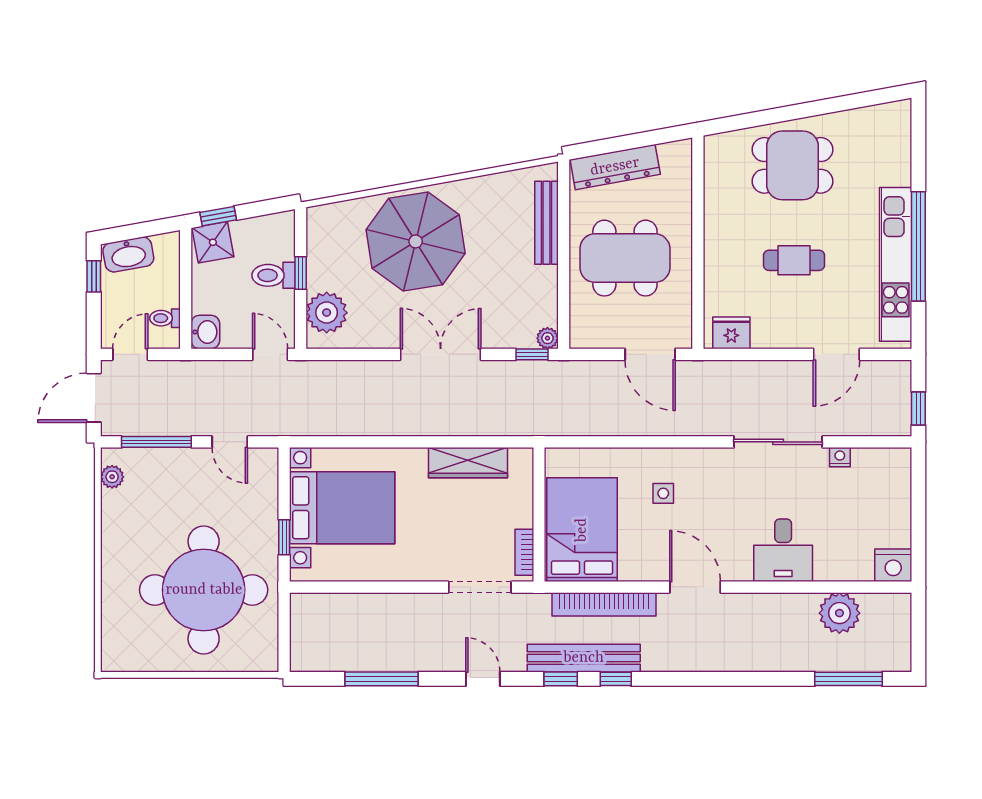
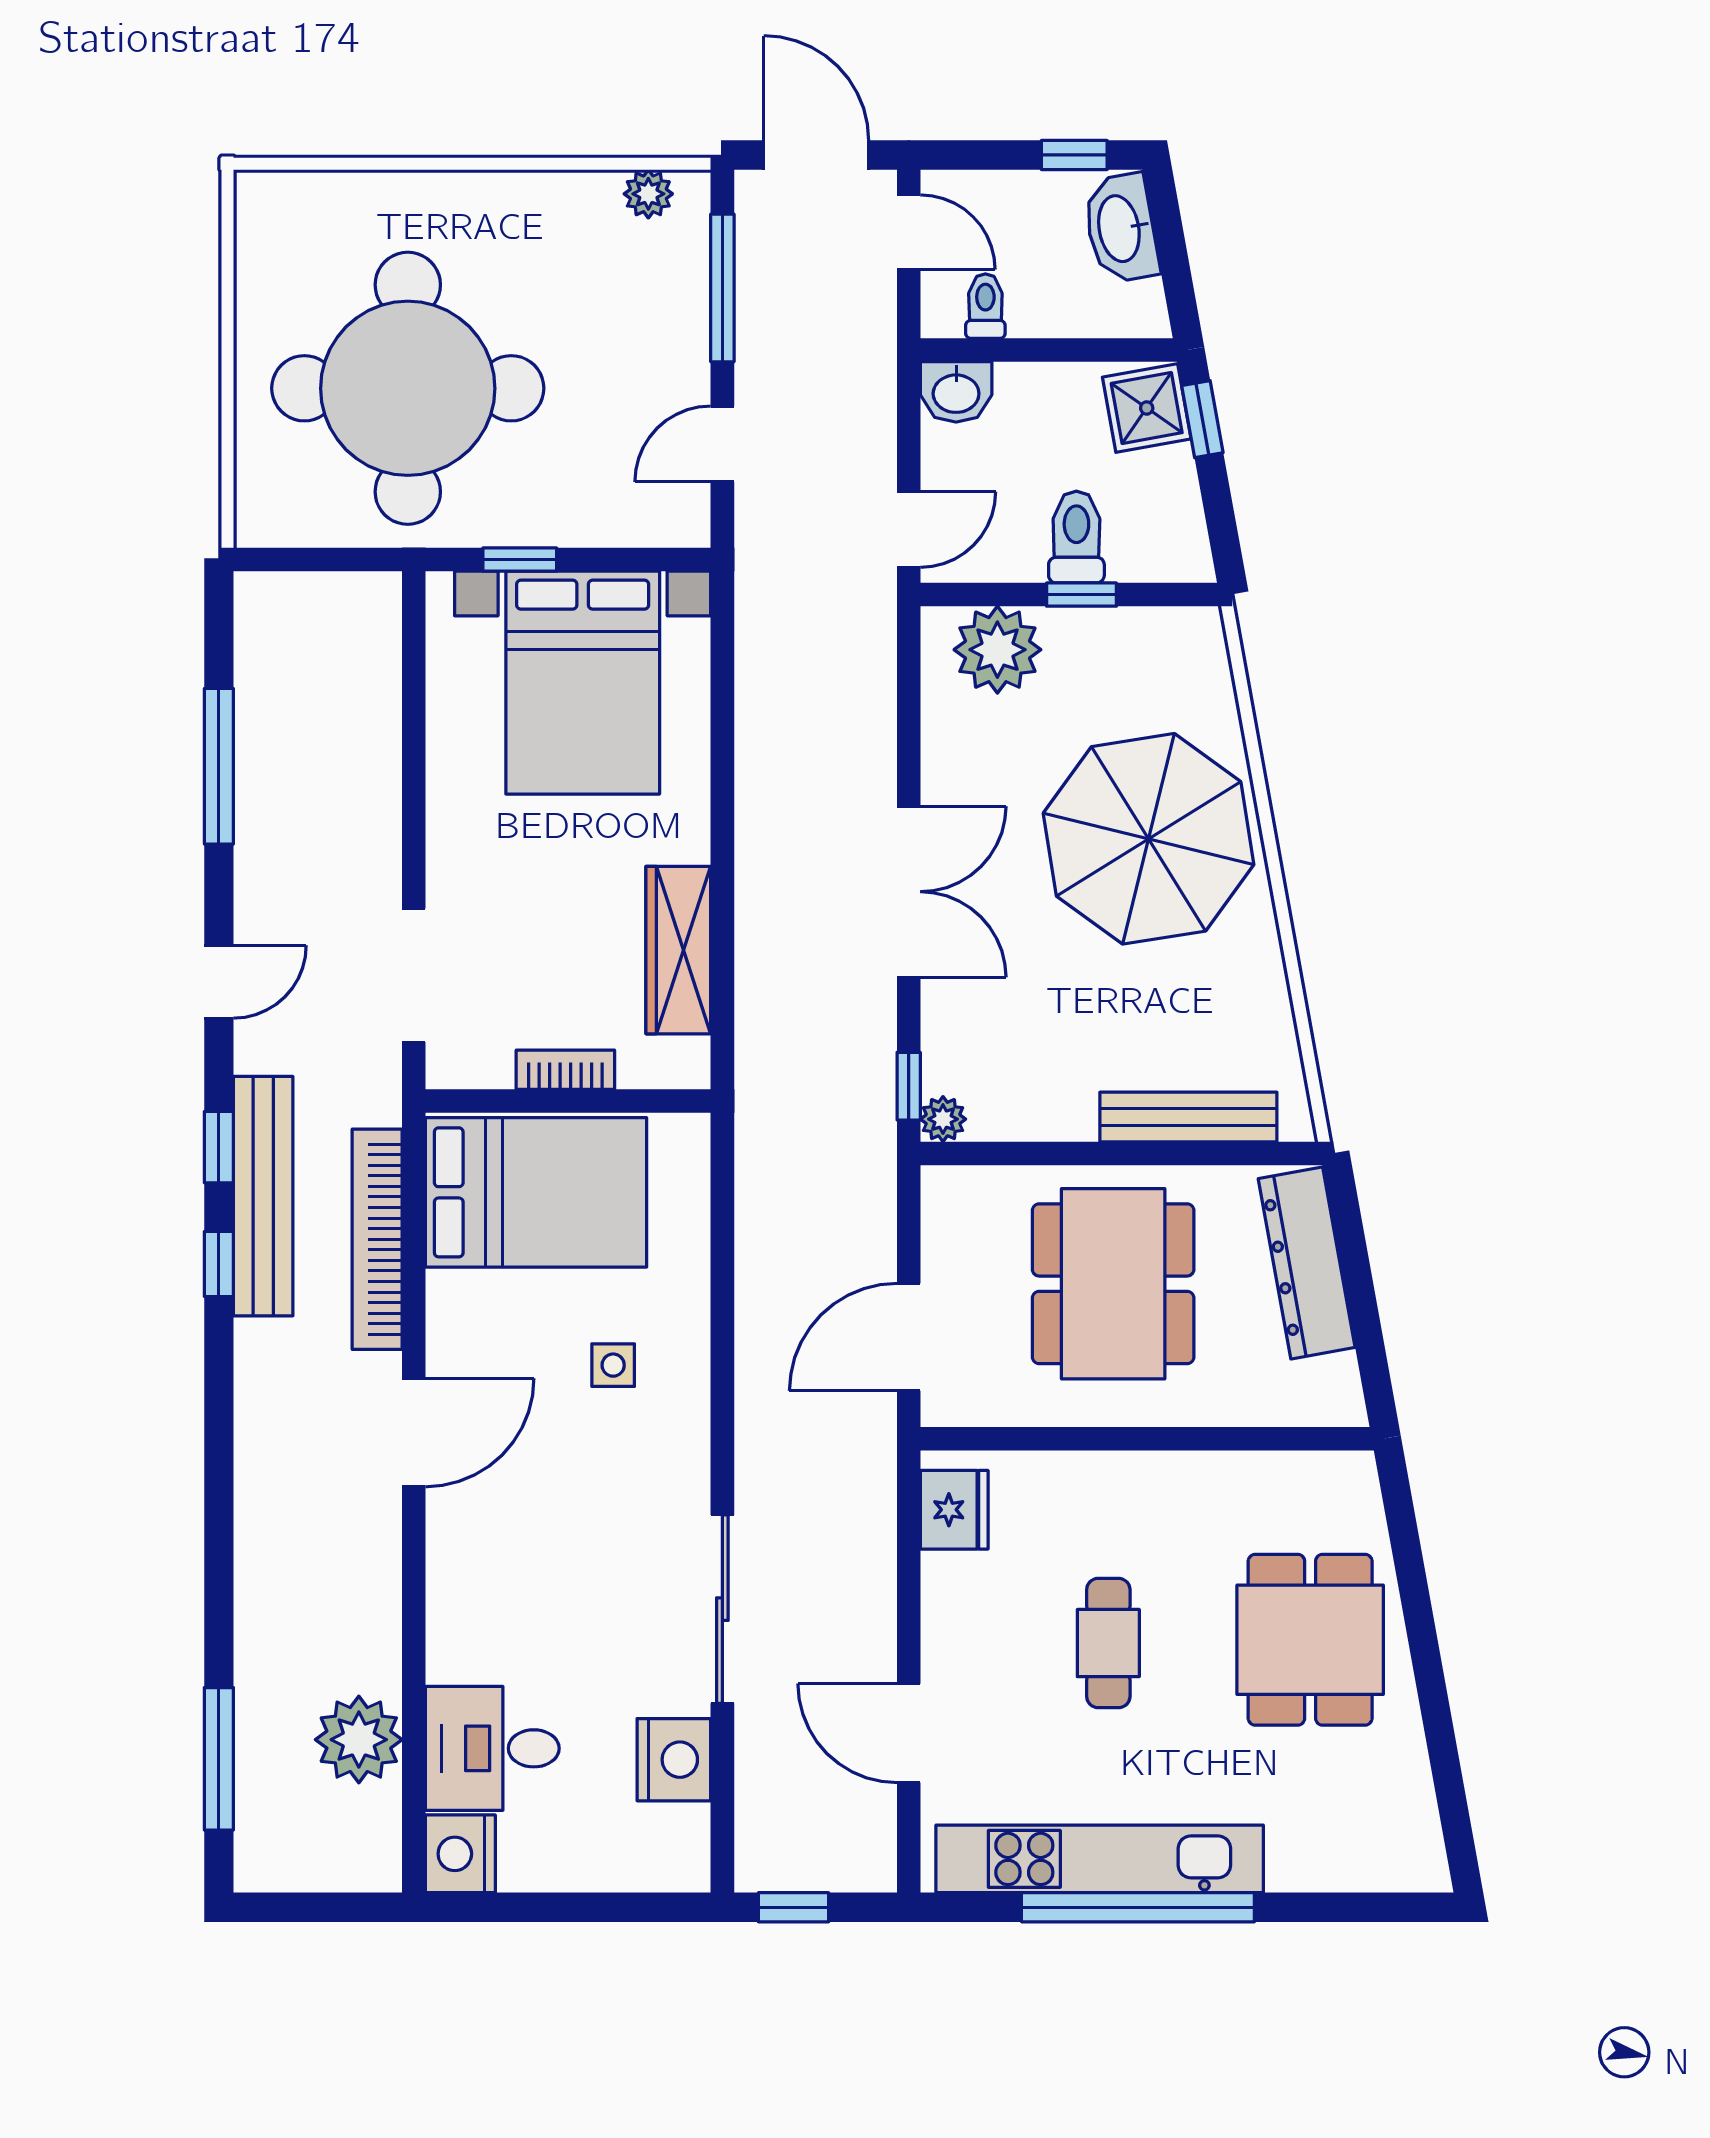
nightstand: (840, 457) -> (674, 1760), width x1.89, depth x1.79
desk: (783, 550) -> (492, 1748), moved
bookcase: (524, 552) -> (565, 1070), moved

